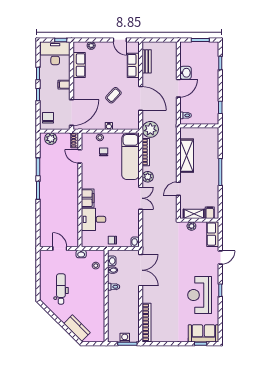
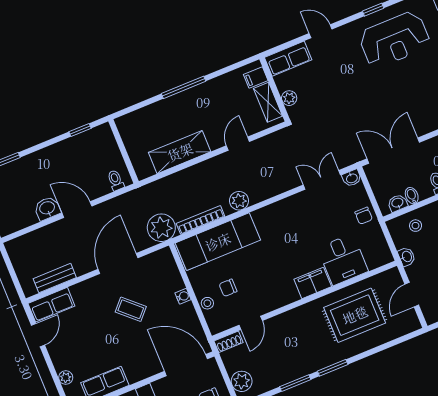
row of seats: (133, 65) -> (51, 305), moved
door: (178, 189) -> (238, 144), swing flipped
double door: (141, 198) -> (322, 180), moved
rug: (61, 213) -> (355, 315), added

